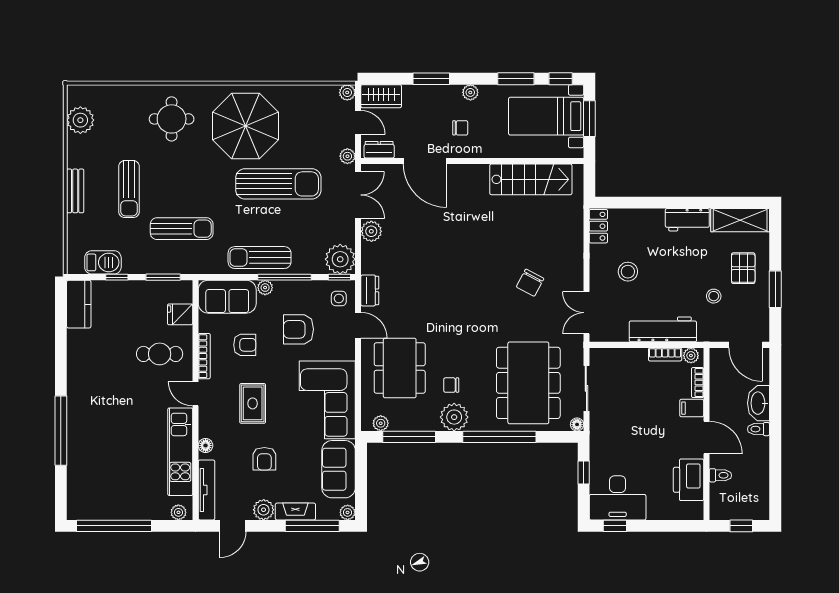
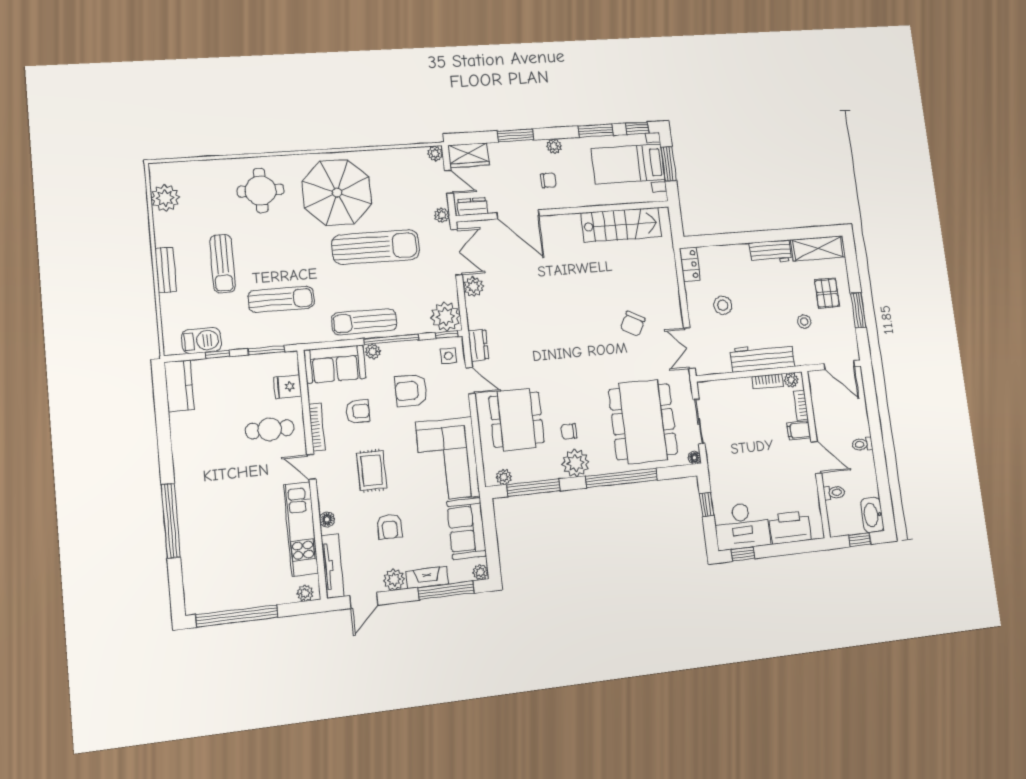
washbasin: (759, 403) -> (872, 515), moved
printer: (689, 480) -> (790, 527), moved, turned 90

